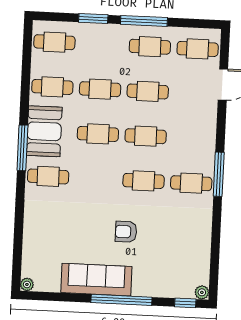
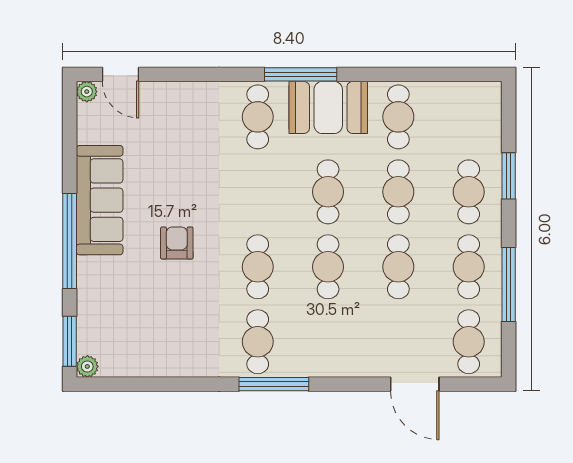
window: (144, 21) -> (509, 284), moved
cafe table: (54, 42) -> (469, 192), moved
door: (17, 262) -> (120, 74), added
window: (185, 303) -> (70, 341), width x1.50

